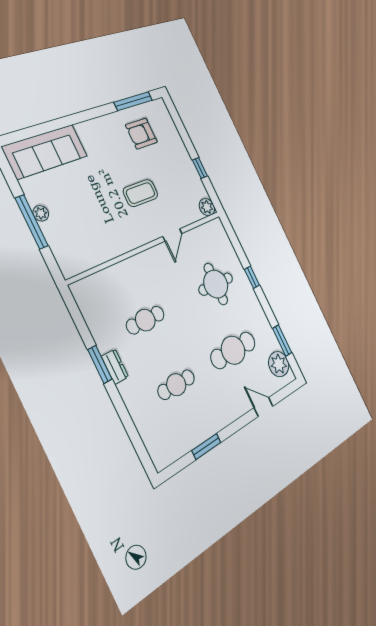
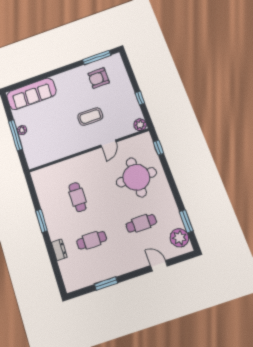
window: (252, 277) -> (159, 148), moved
round table: (216, 284) -> (136, 177), width x1.36, depth x1.36
cafe table: (145, 320) -> (78, 197), turned 90
cafe table: (233, 350) -> (141, 223), width x0.73, depth x0.74
dresser: (115, 367) -> (59, 250), moved

